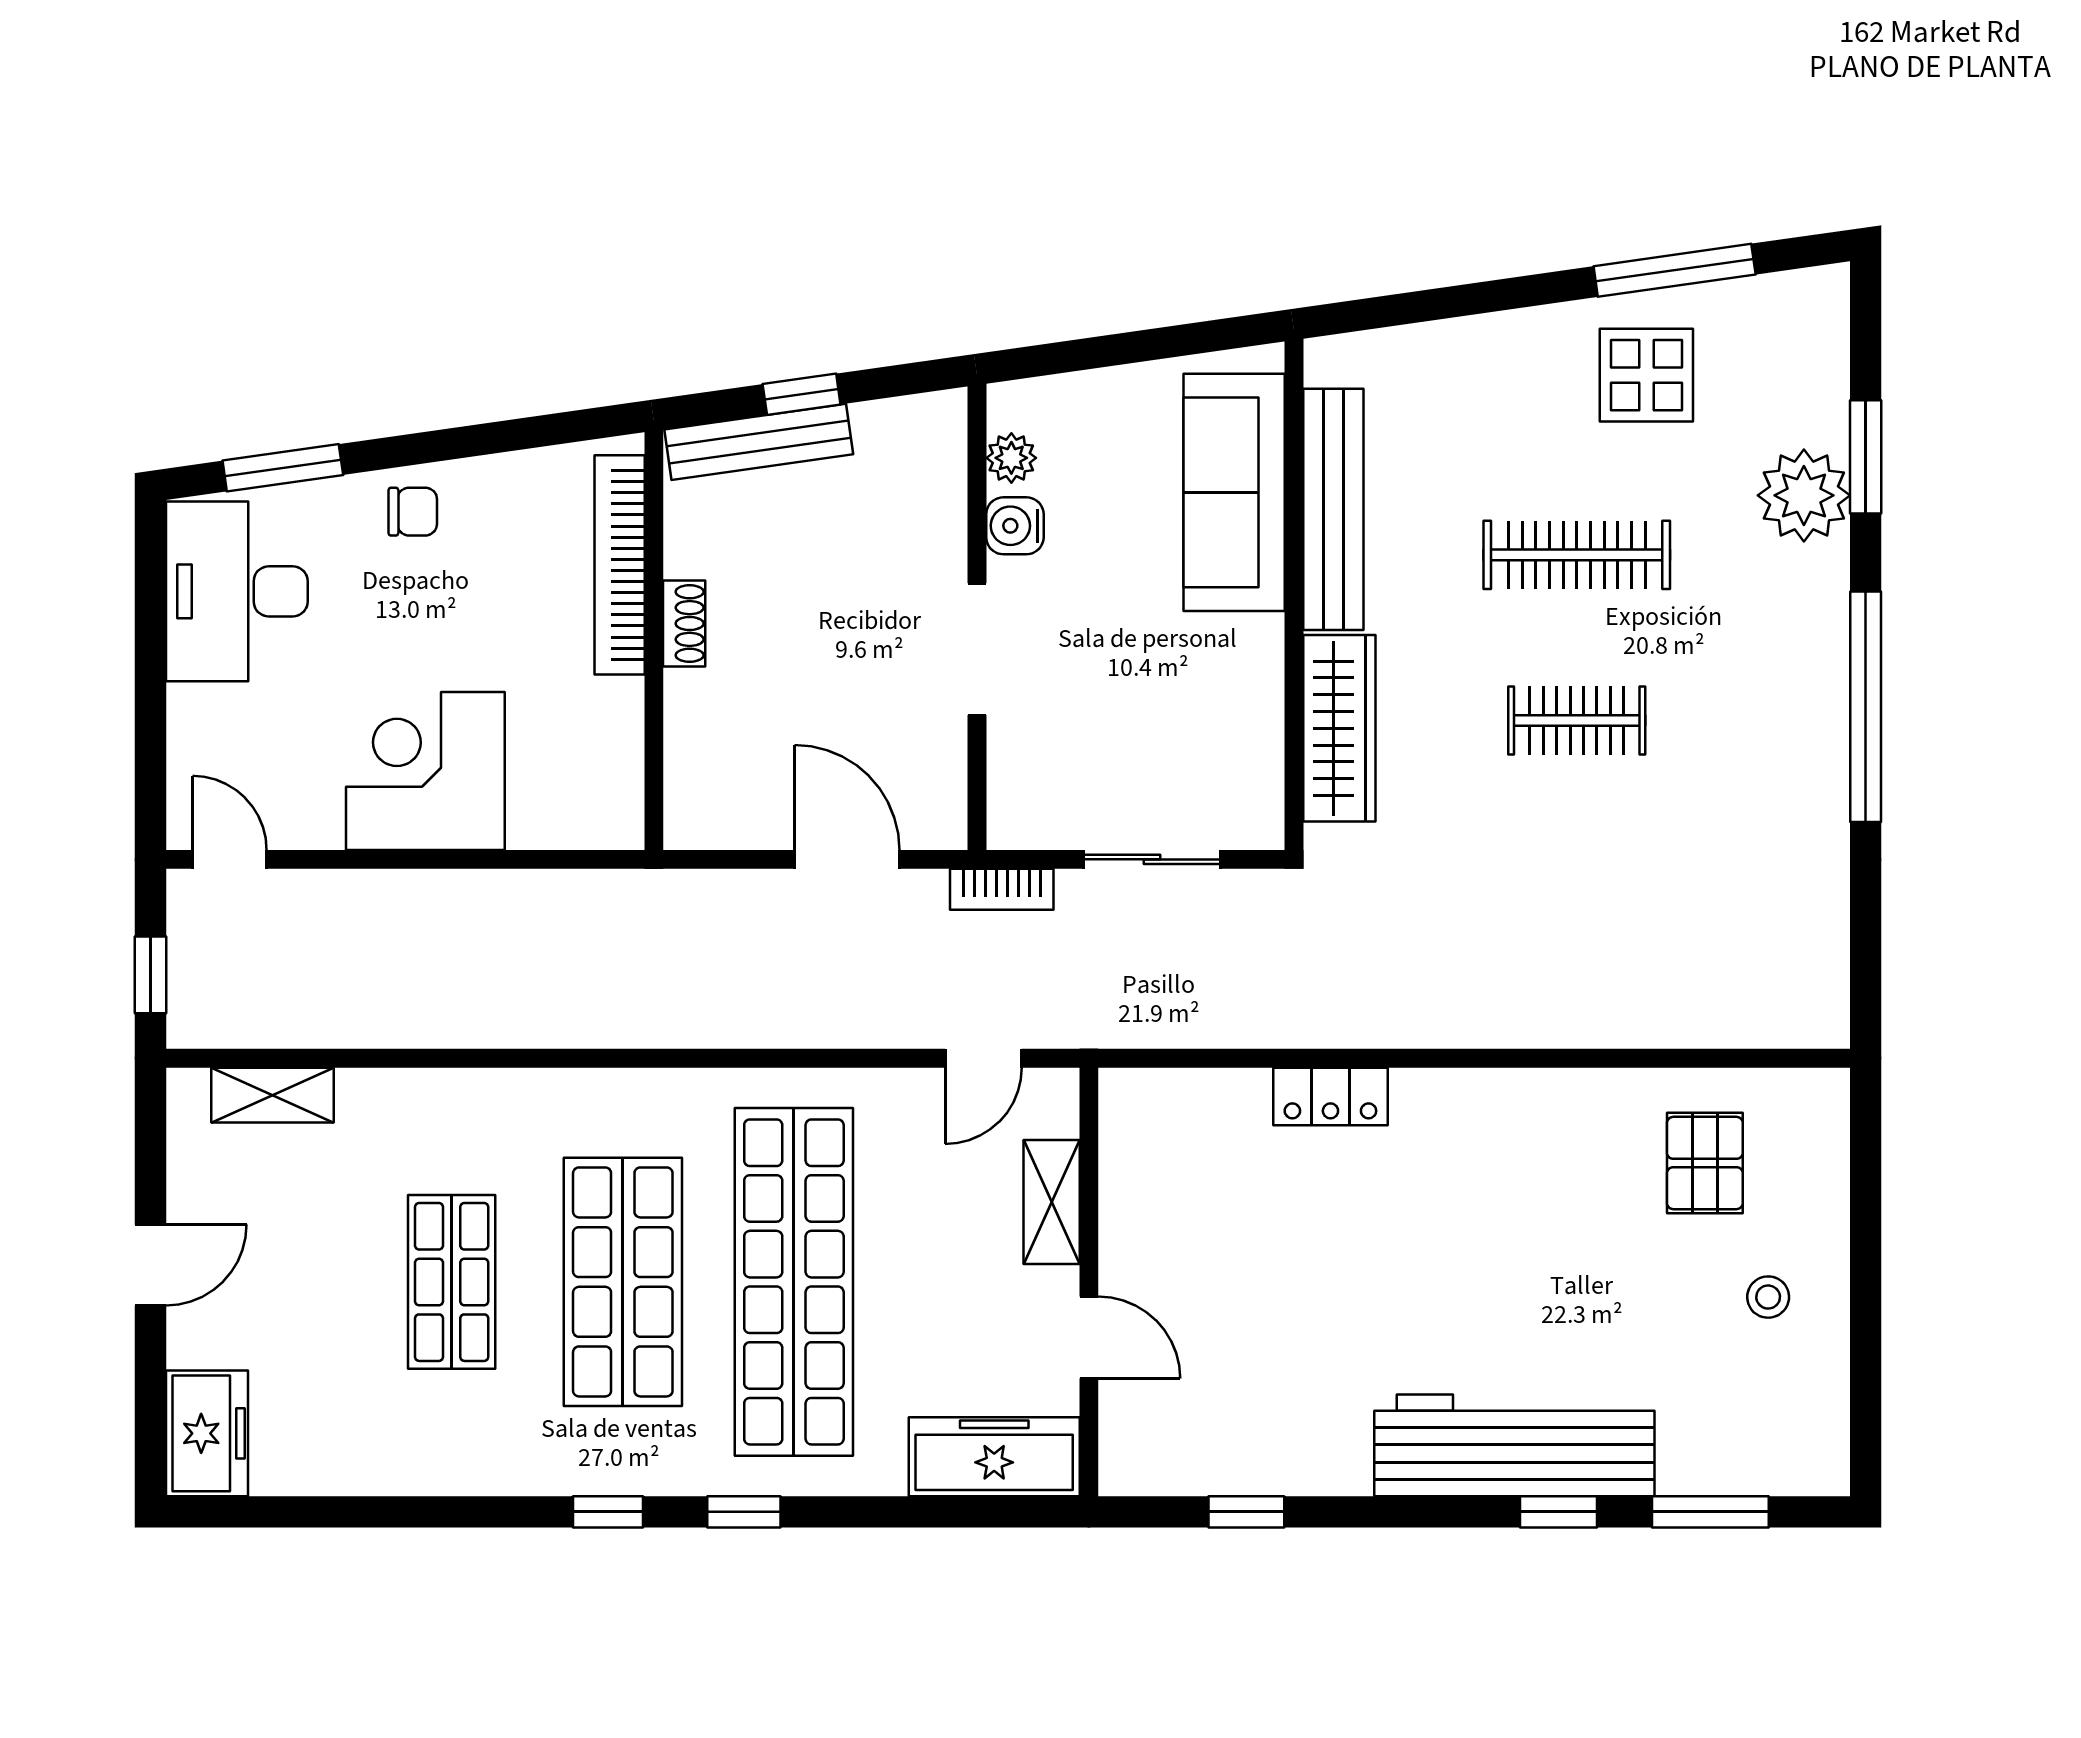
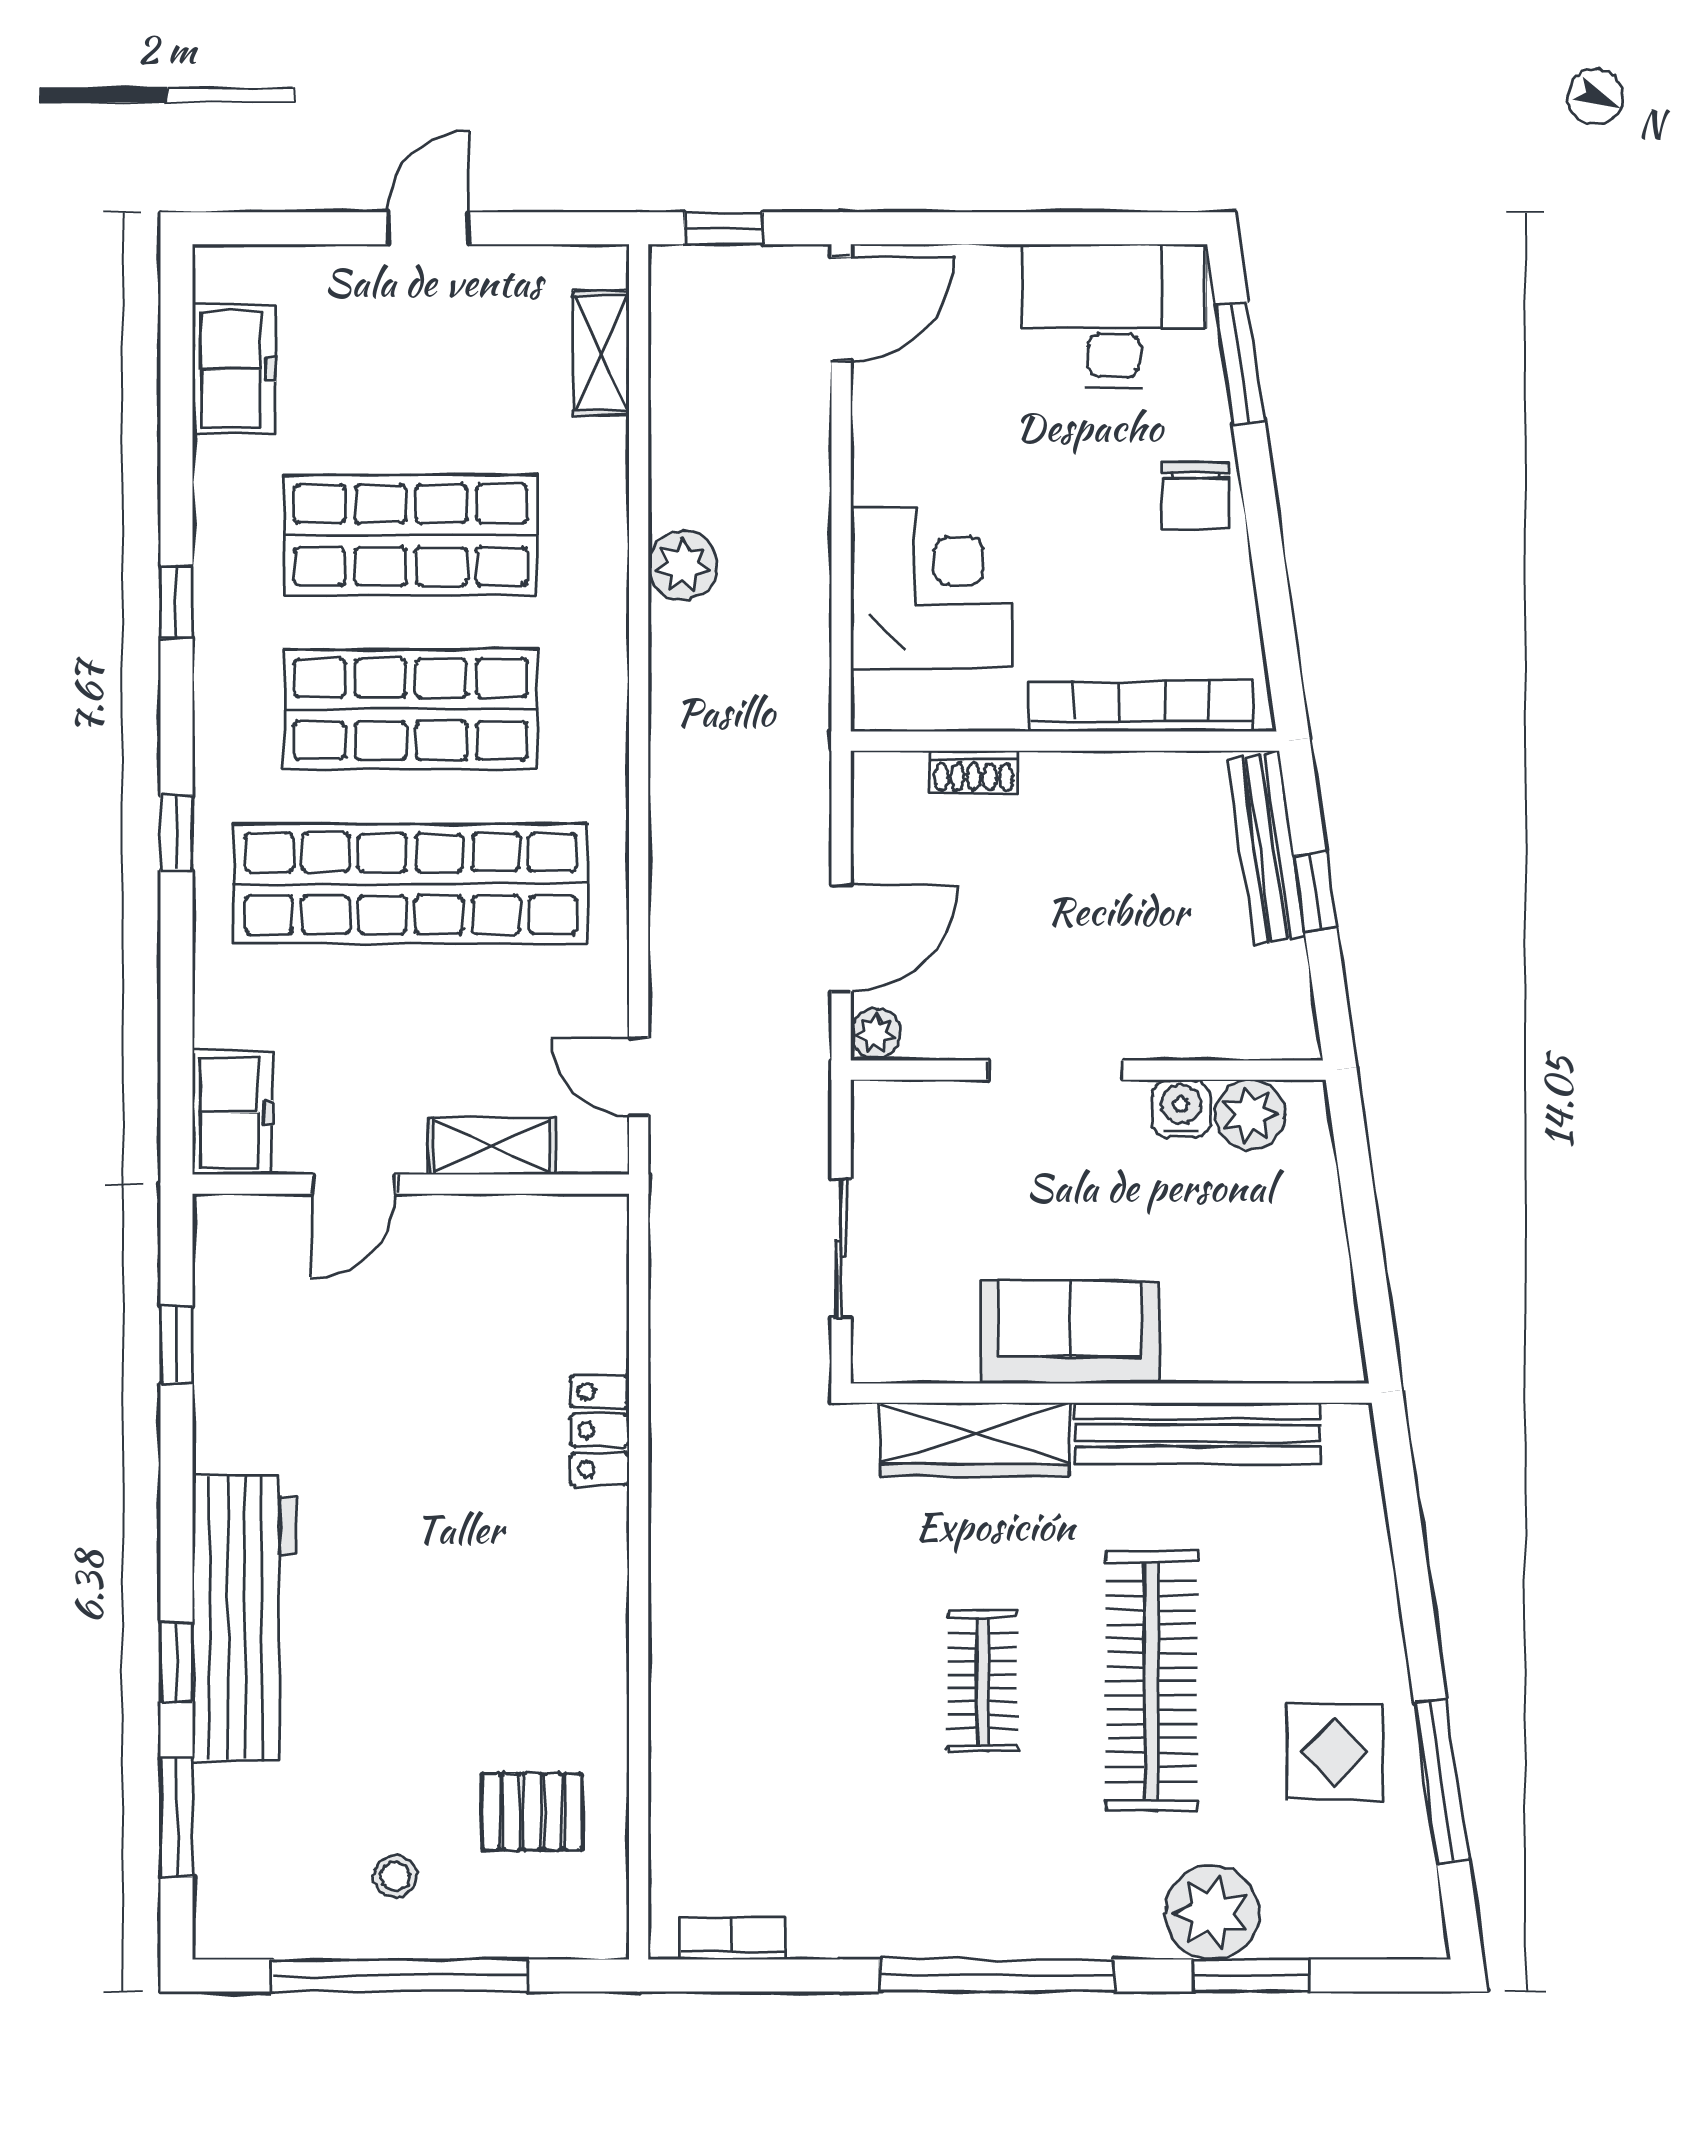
plant: (1011, 458) -> (1250, 1115), width x1.38, depth x1.38
sofa: (1234, 492) -> (1070, 1332), moved, width x0.73
chair: (413, 512) -> (1196, 495), width x1.37, depth x1.37
clothes rail: (1577, 555) -> (1151, 1681), width x1.37, depth x1.31
shoe rack: (684, 623) -> (974, 772), moved
corner desk: (425, 771) -> (931, 588), moved
plant: (941, 826) -> (876, 1034), added
door: (230, 859) -> (841, 309), width x1.37
bookcase: (1002, 889) -> (732, 1939), moved, turned 90
plant: (481, 1015) -> (683, 565), added
door: (150, 1265) -> (428, 228), swing flipped
shop shelf: (452, 1282) -> (411, 535), width x1.43, depth x1.36
window: (1866, 1292) -> (400, 1976), added
freezer: (207, 1433) -> (234, 369), moved, turned -90
freezer: (994, 1457) -> (233, 1113), width x0.71
window: (608, 1512) -> (176, 602), moved

